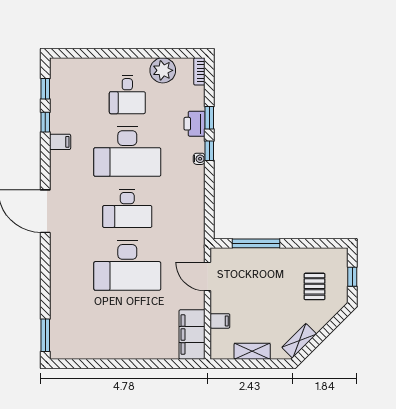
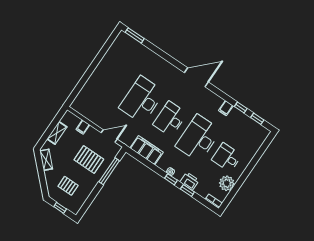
pallet: (259, 282) -> (89, 159), added
filing cabinet: (192, 334) -> (147, 150), moved

